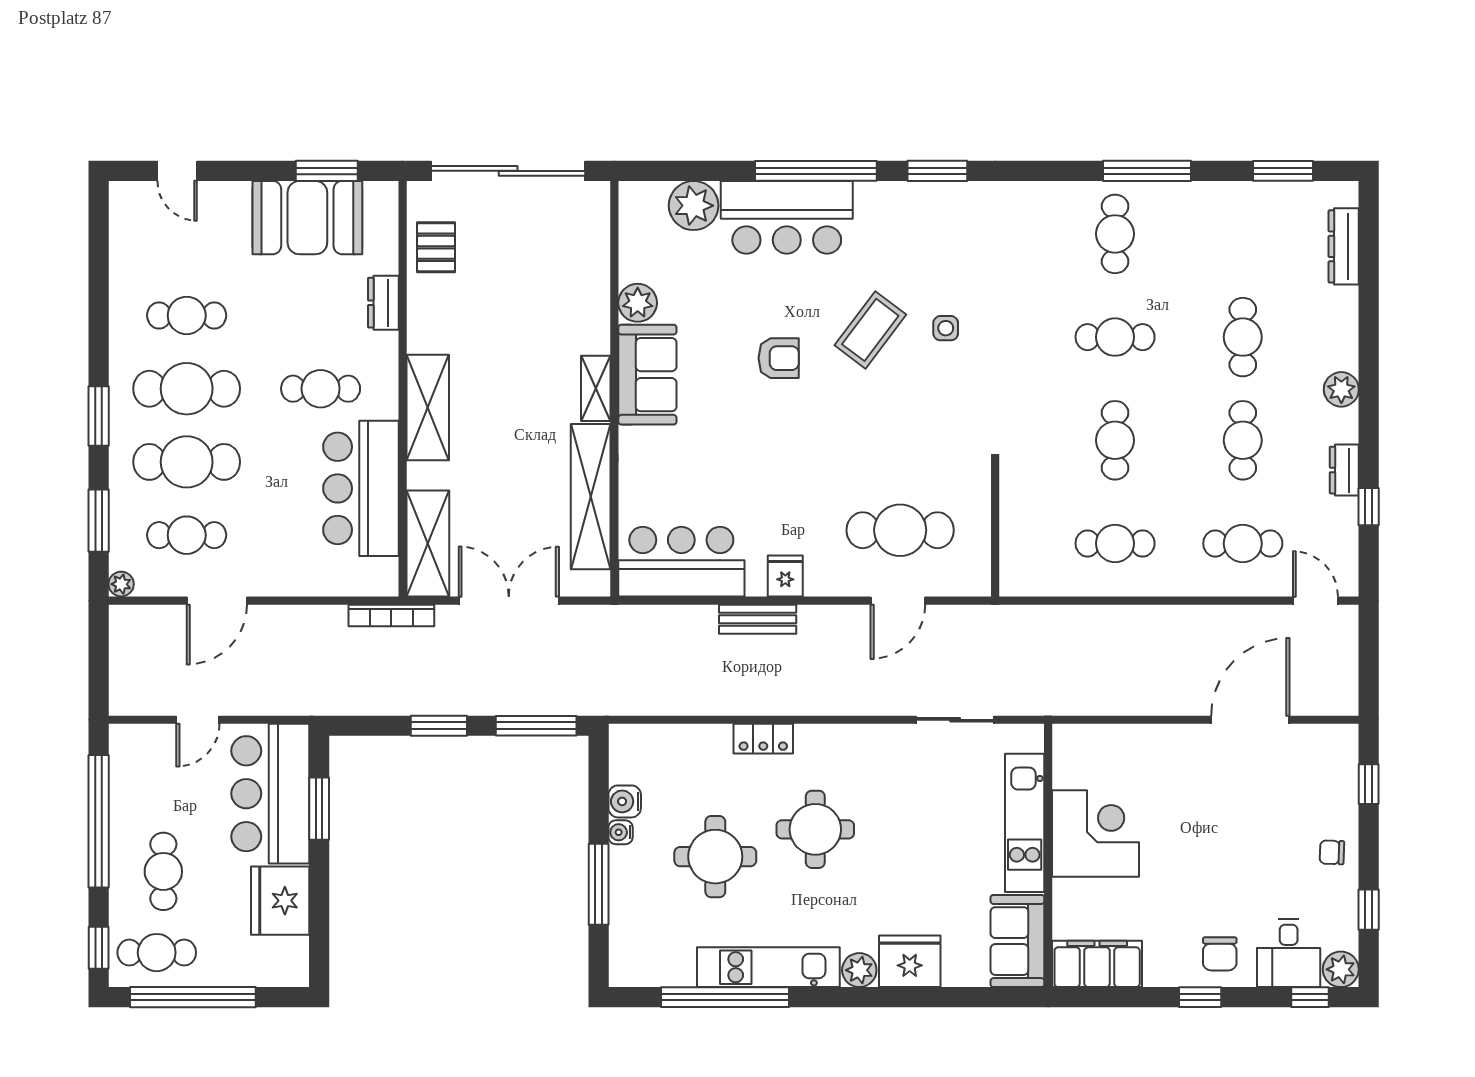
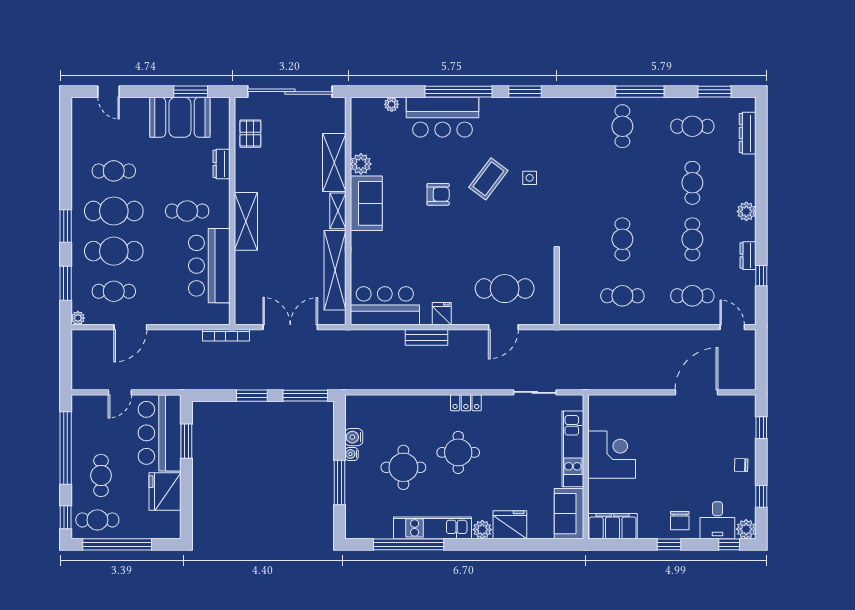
plant: (694, 206) -> (392, 104), width x0.53, depth x0.53
cafe table: (1115, 337) -> (692, 126), moved
shelving: (428, 543) -> (334, 162), moved
locker: (763, 739) -> (466, 403), moved

